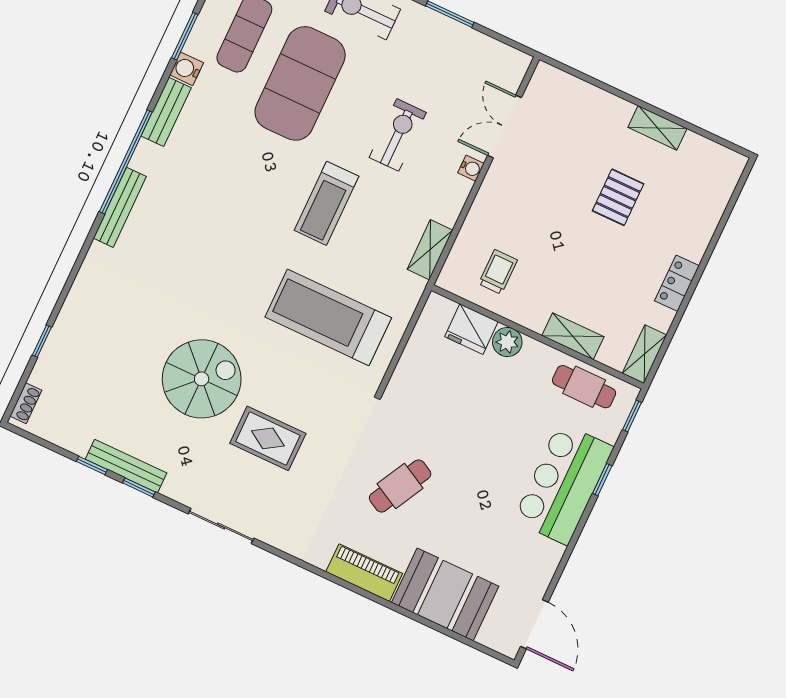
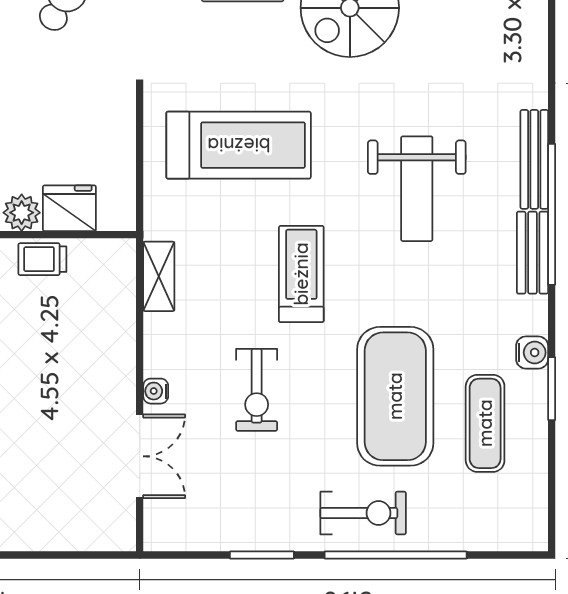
bench: (166, 112) -> (532, 253), moved
weight bench: (214, 226) -> (417, 189), added
trolley: (498, 272) -> (42, 259), moved, turned 90

